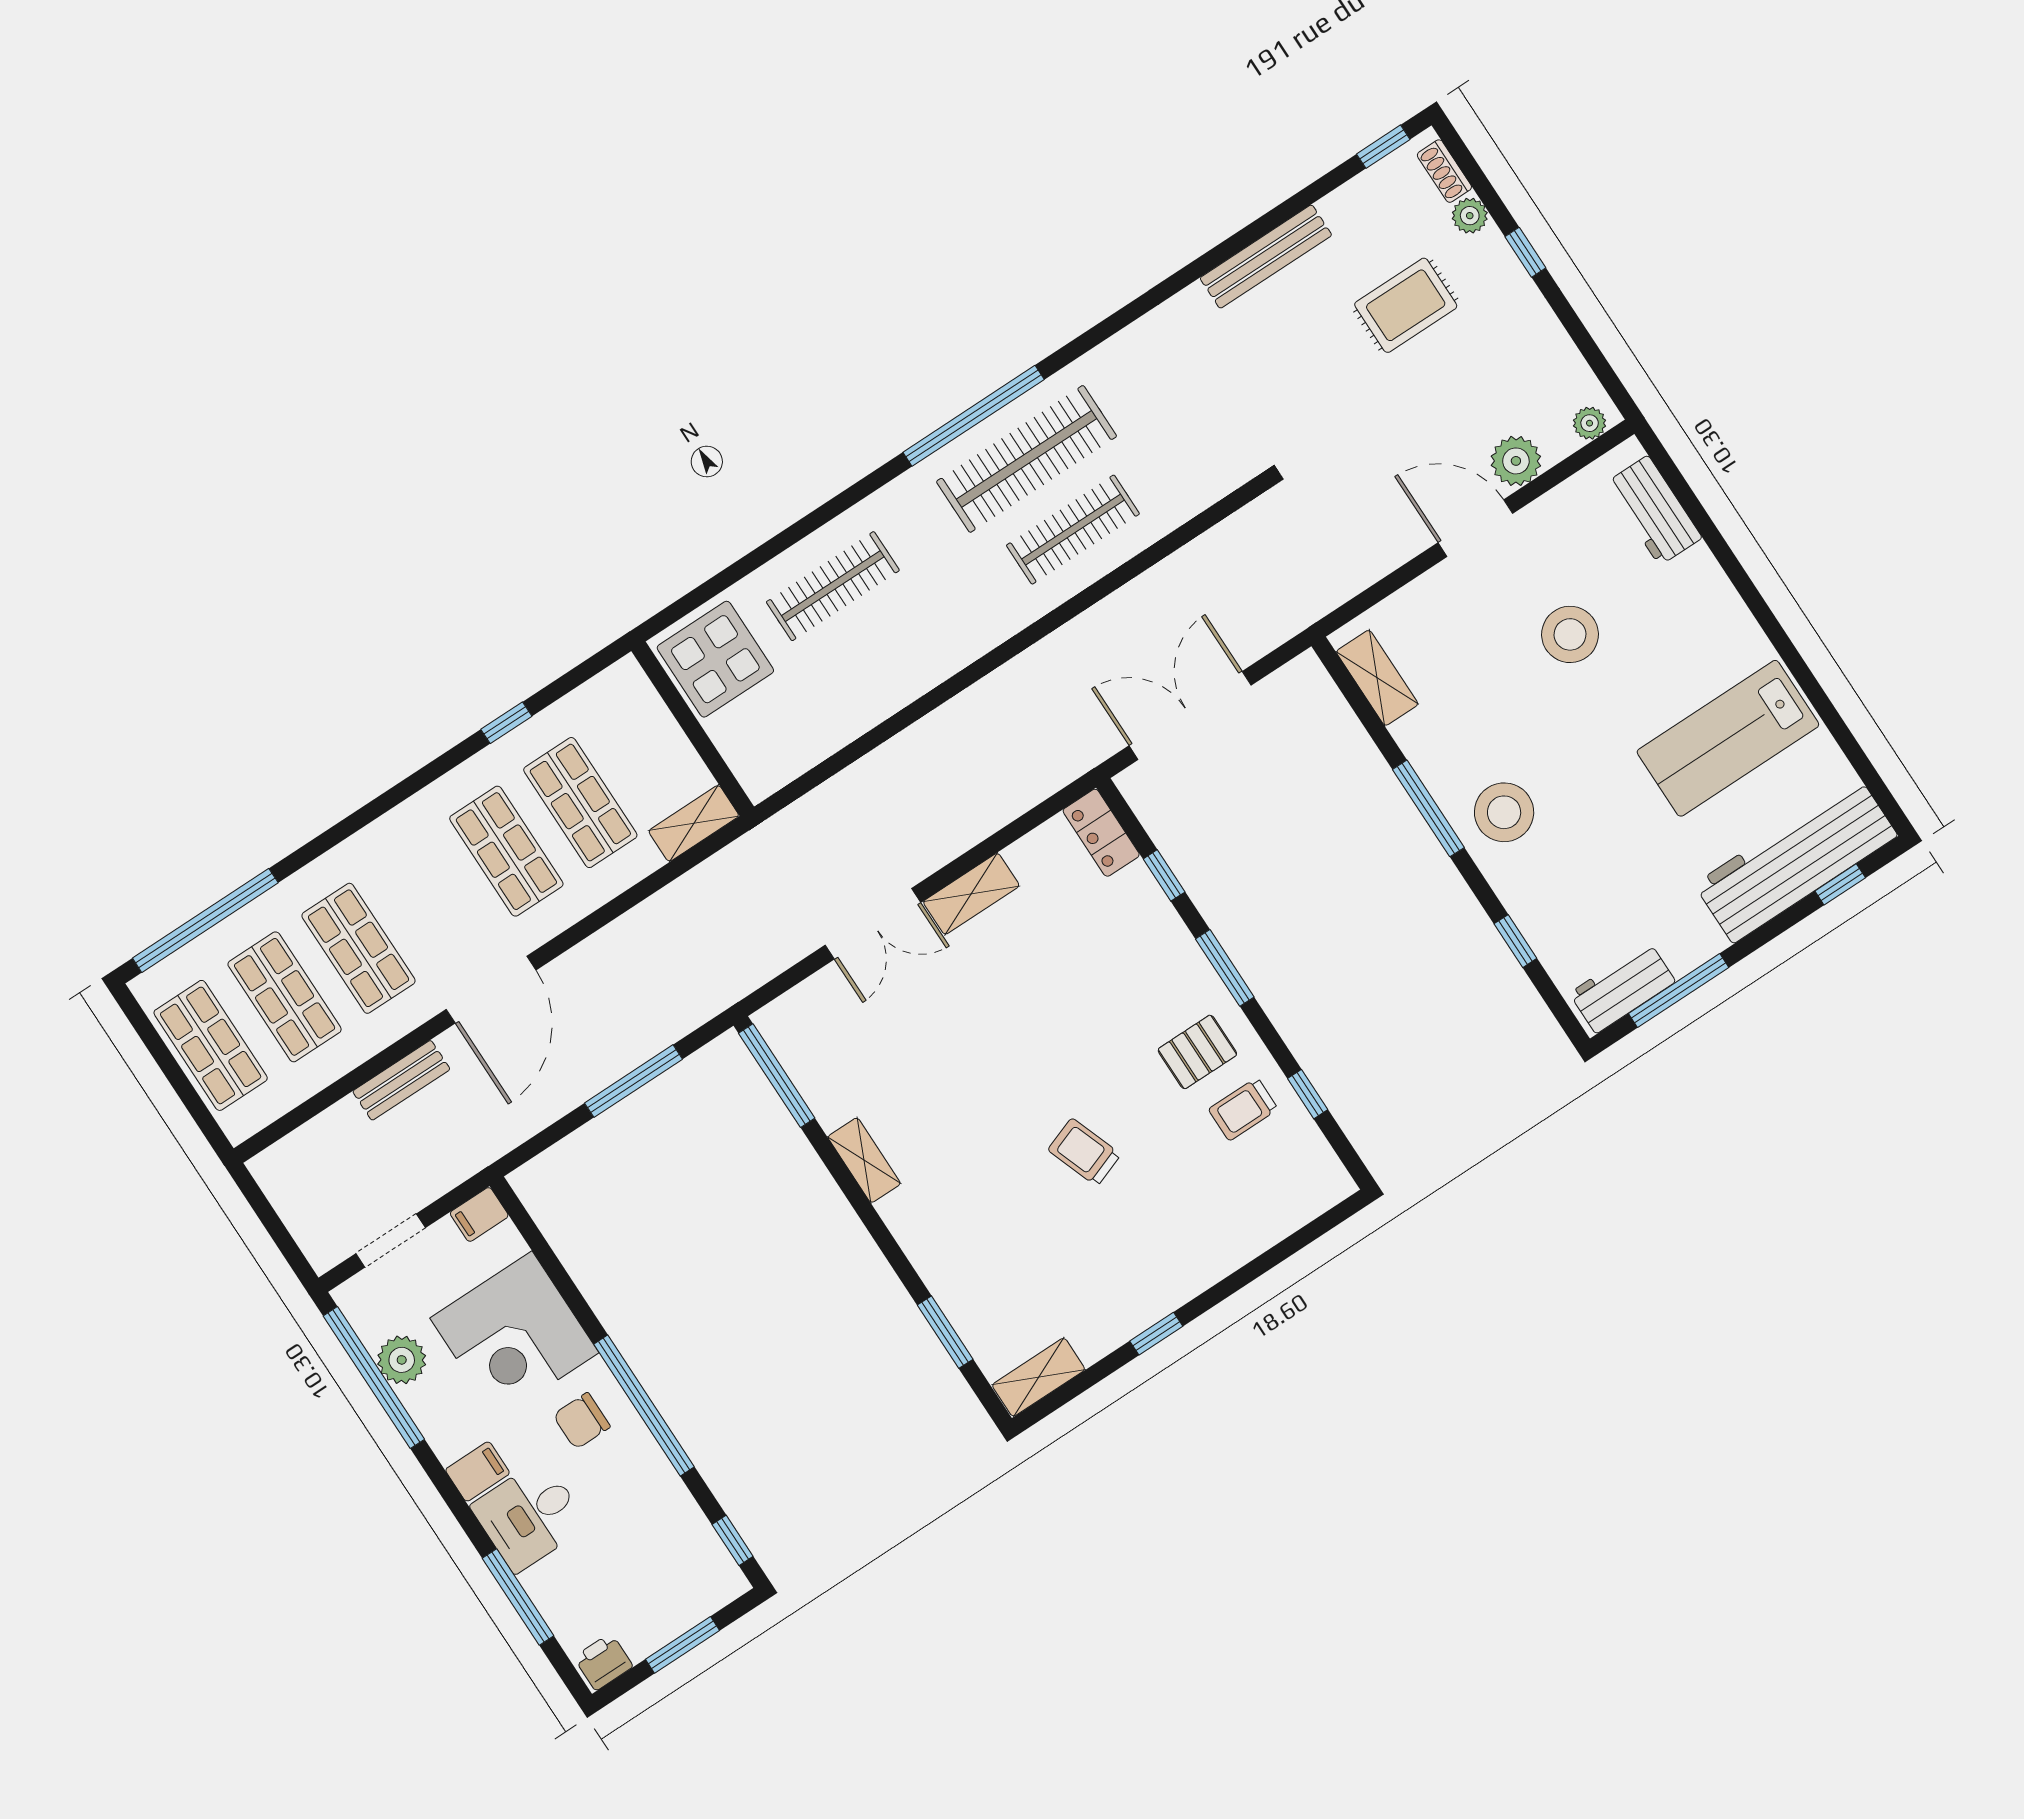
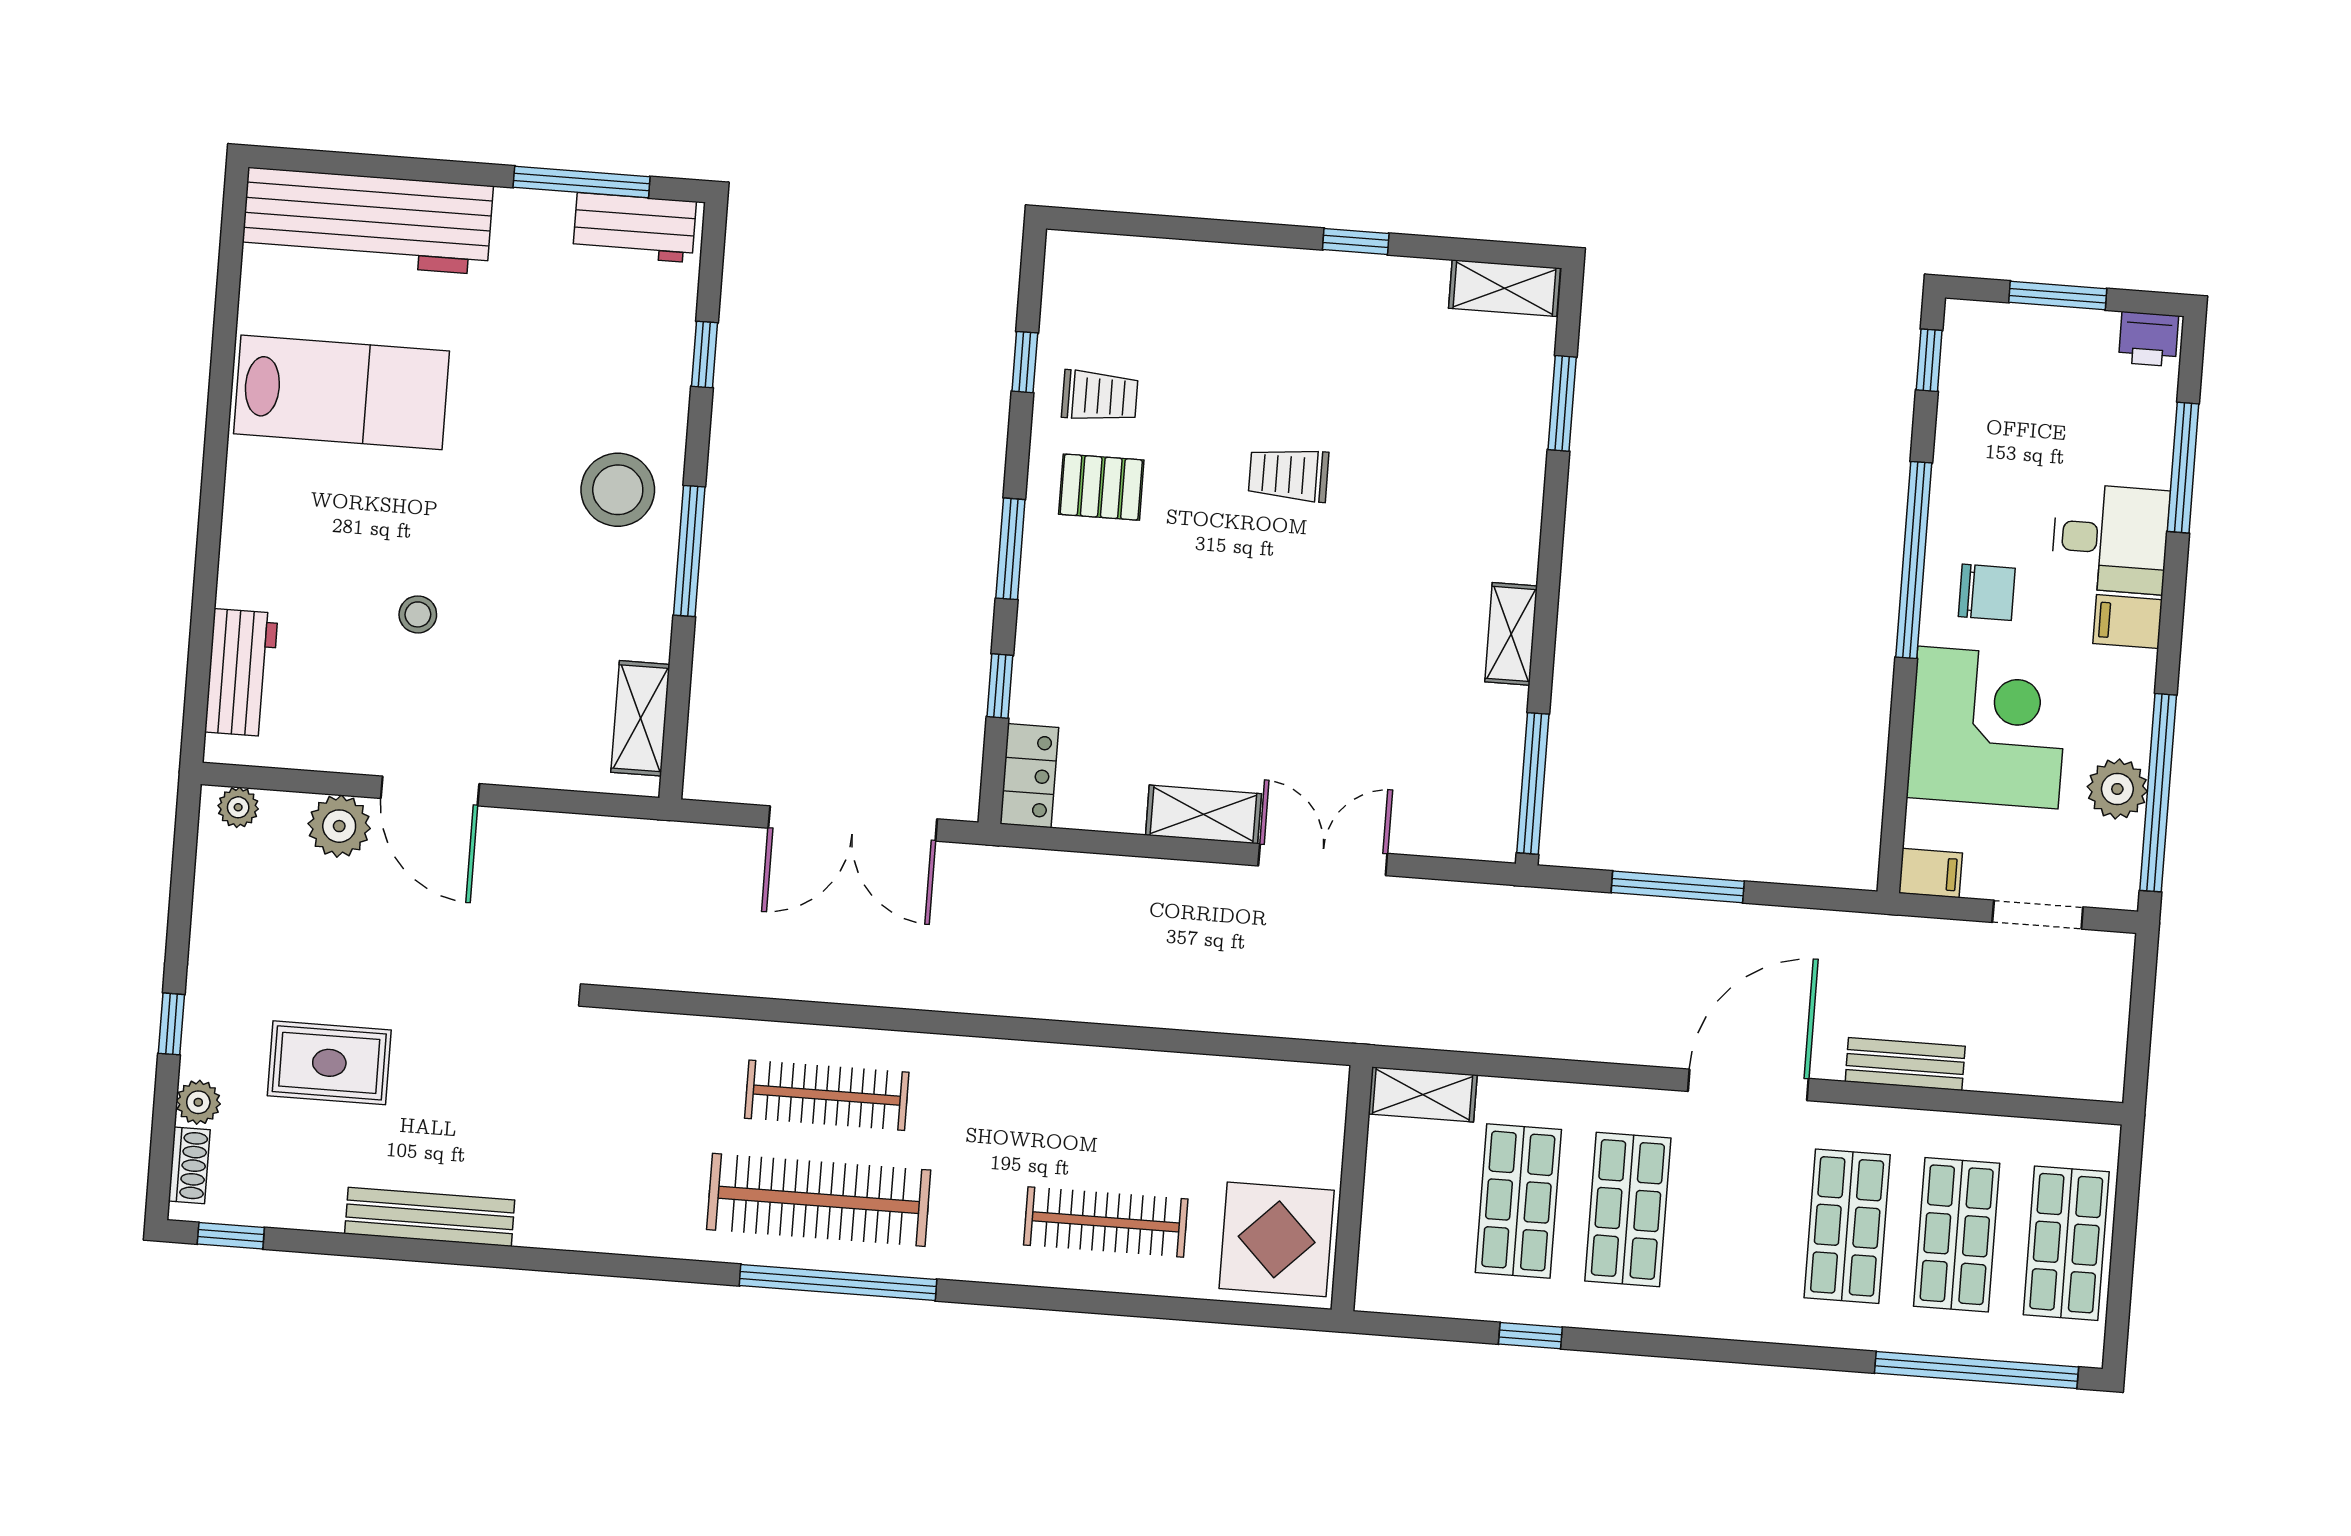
stool: (1570, 634) -> (418, 614), width x0.53, depth x0.53
window: (1840, 884) -> (342, 164), removed
trolley: (1084, 1152) -> (1289, 475), turned 110

